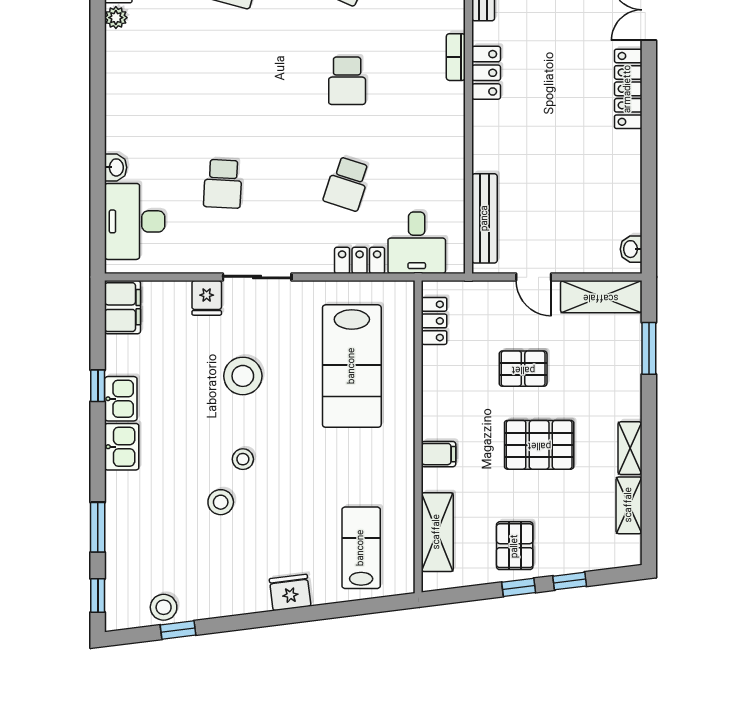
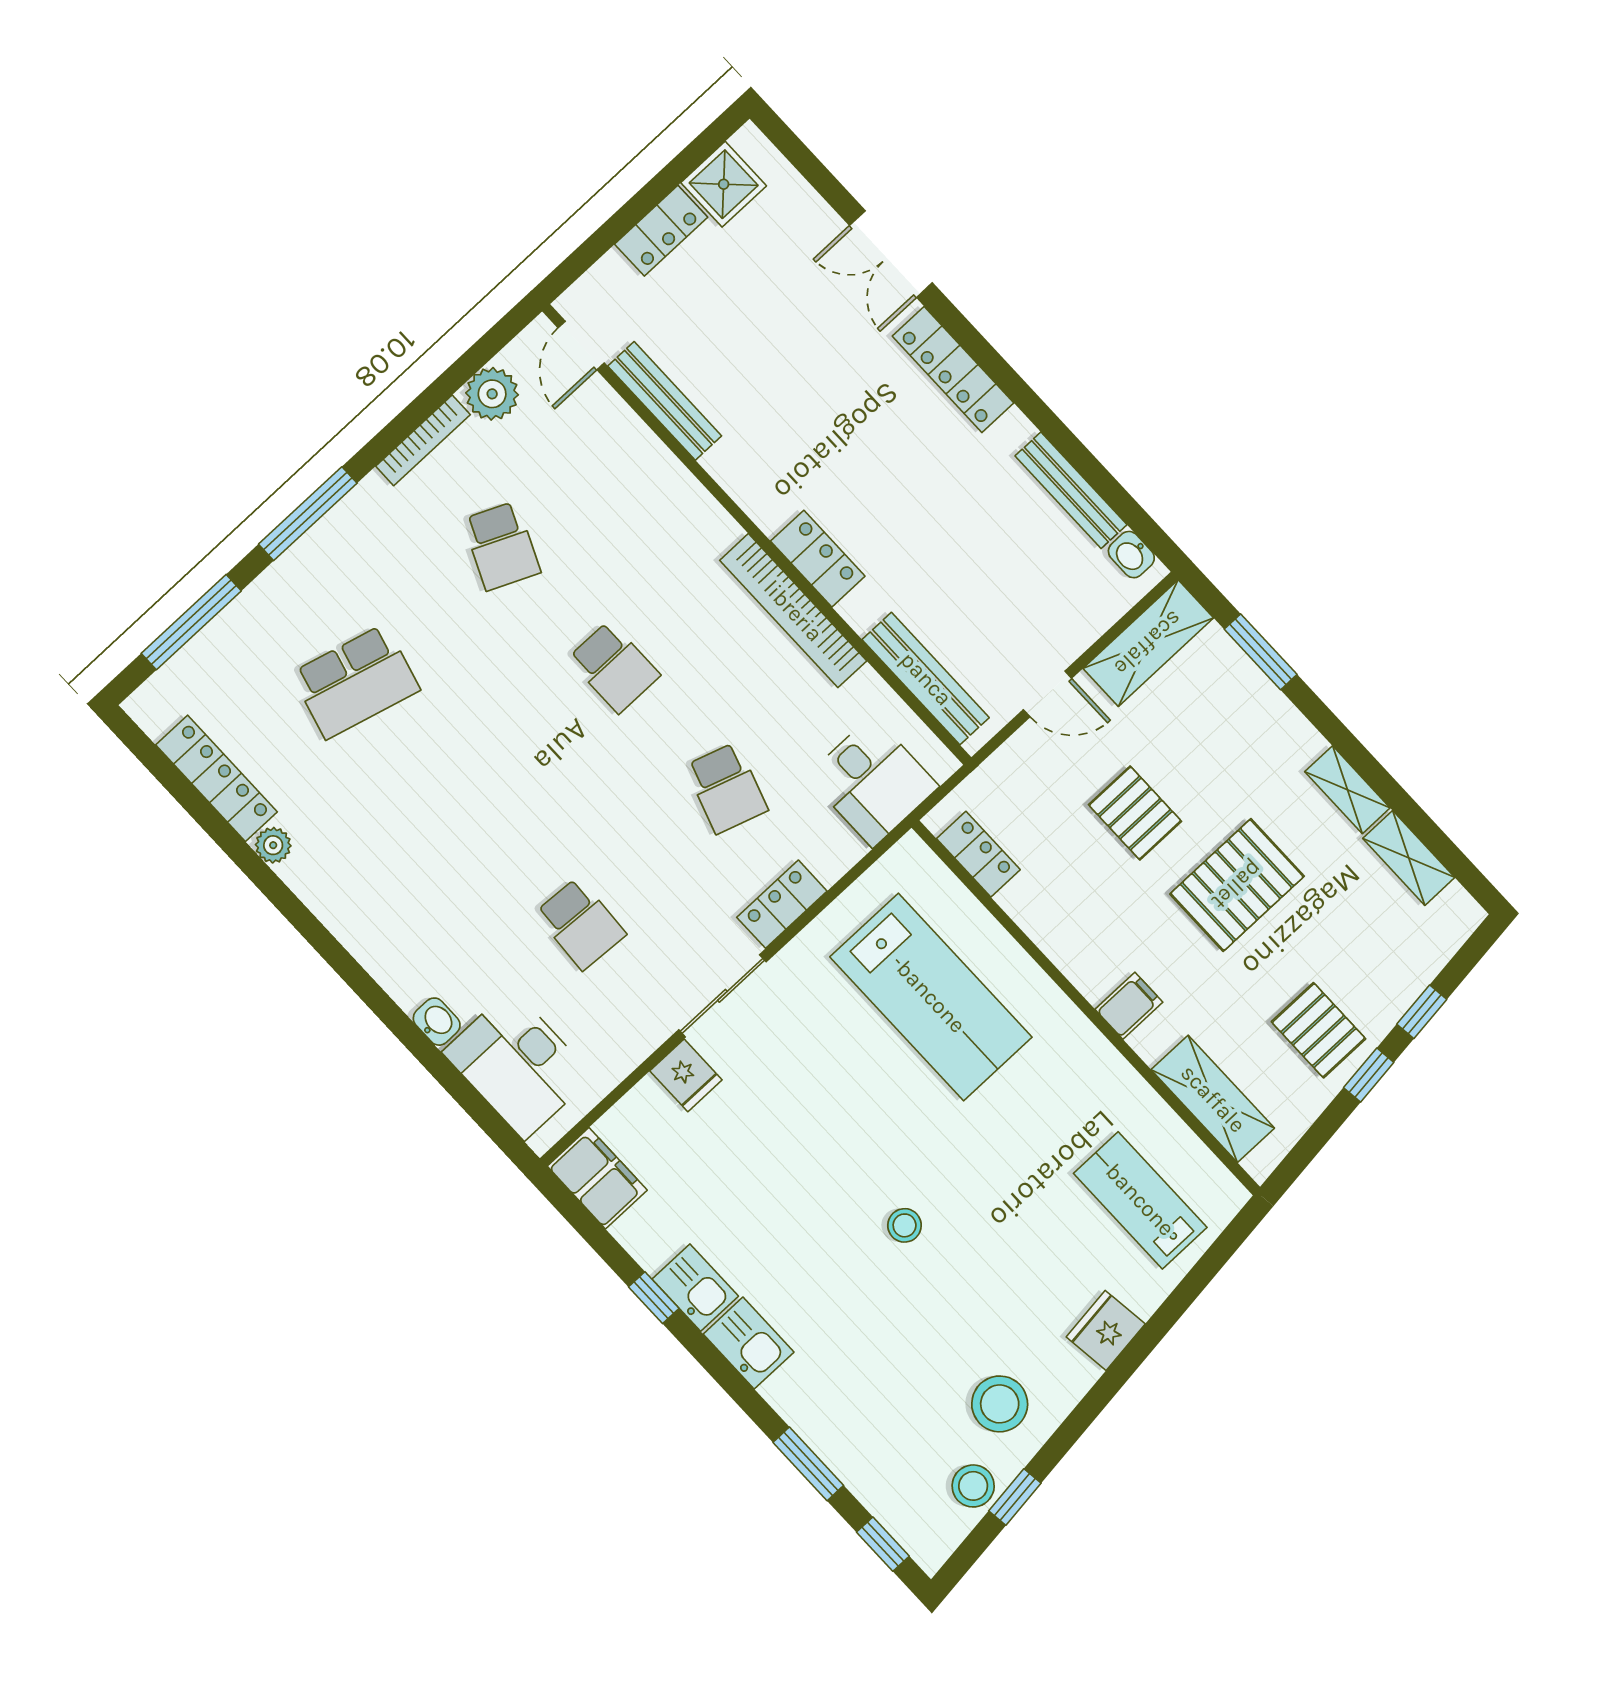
bookcase: (456, 57) -> (793, 611), moved, width x2.31, depth x1.31
locker: (486, 73) -> (818, 559), moved
bench: (631, 194) -> (1071, 490), added
locker: (360, 260) -> (782, 904), moved
pallet: (523, 369) -> (1135, 813), turned 90
stool: (243, 376) -> (814, 1128), removed
stool: (221, 502) -> (1000, 1404), moved, width x1.38, depth x1.38

